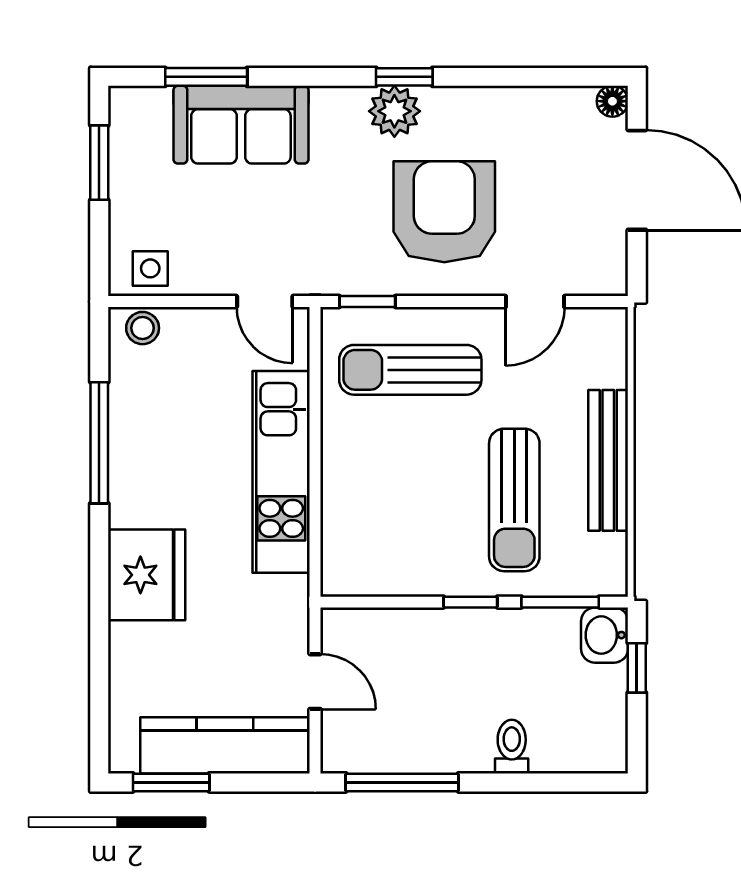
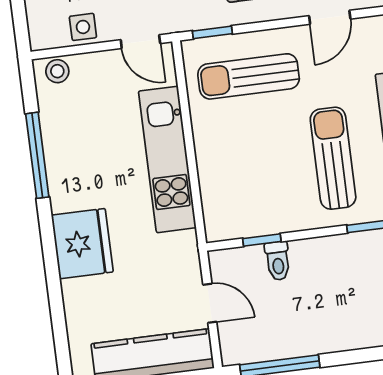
side table: (150, 268) -> (83, 27), moved
sun lounger: (514, 500) -> (333, 158), turned 180
window: (470, 602) -> (262, 240), moved
toilet: (512, 747) -> (278, 261), moved, turned 180

